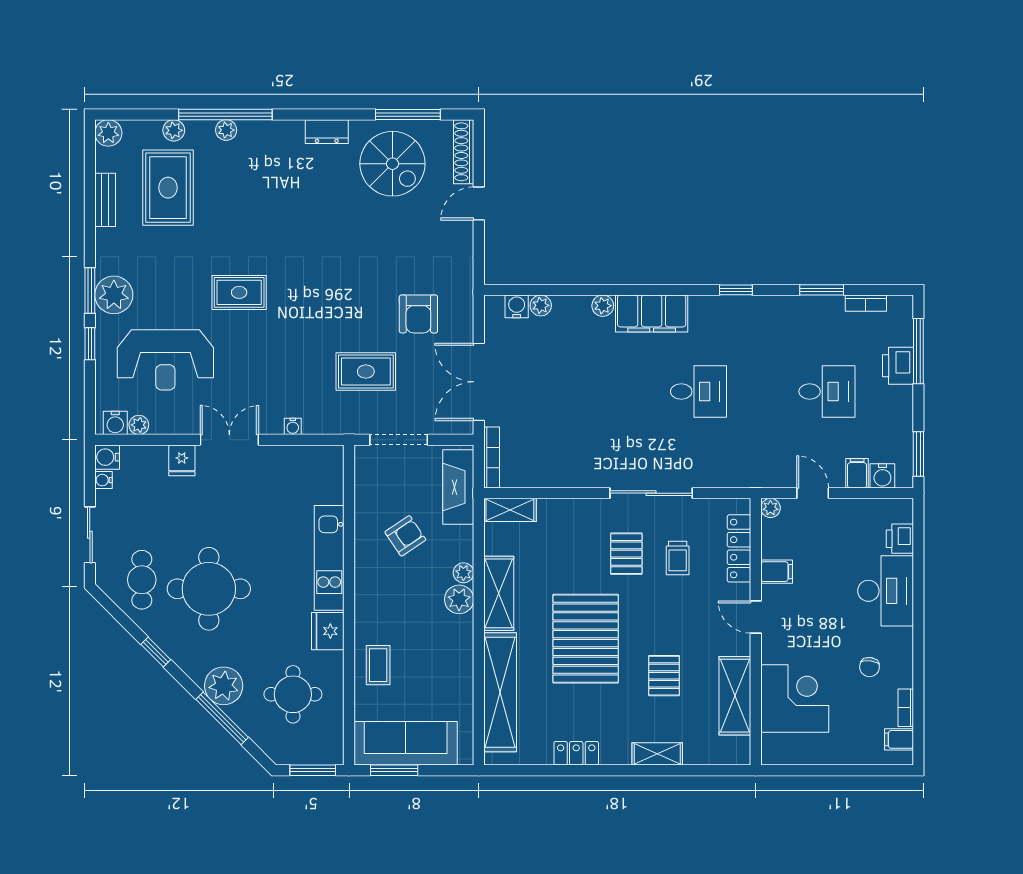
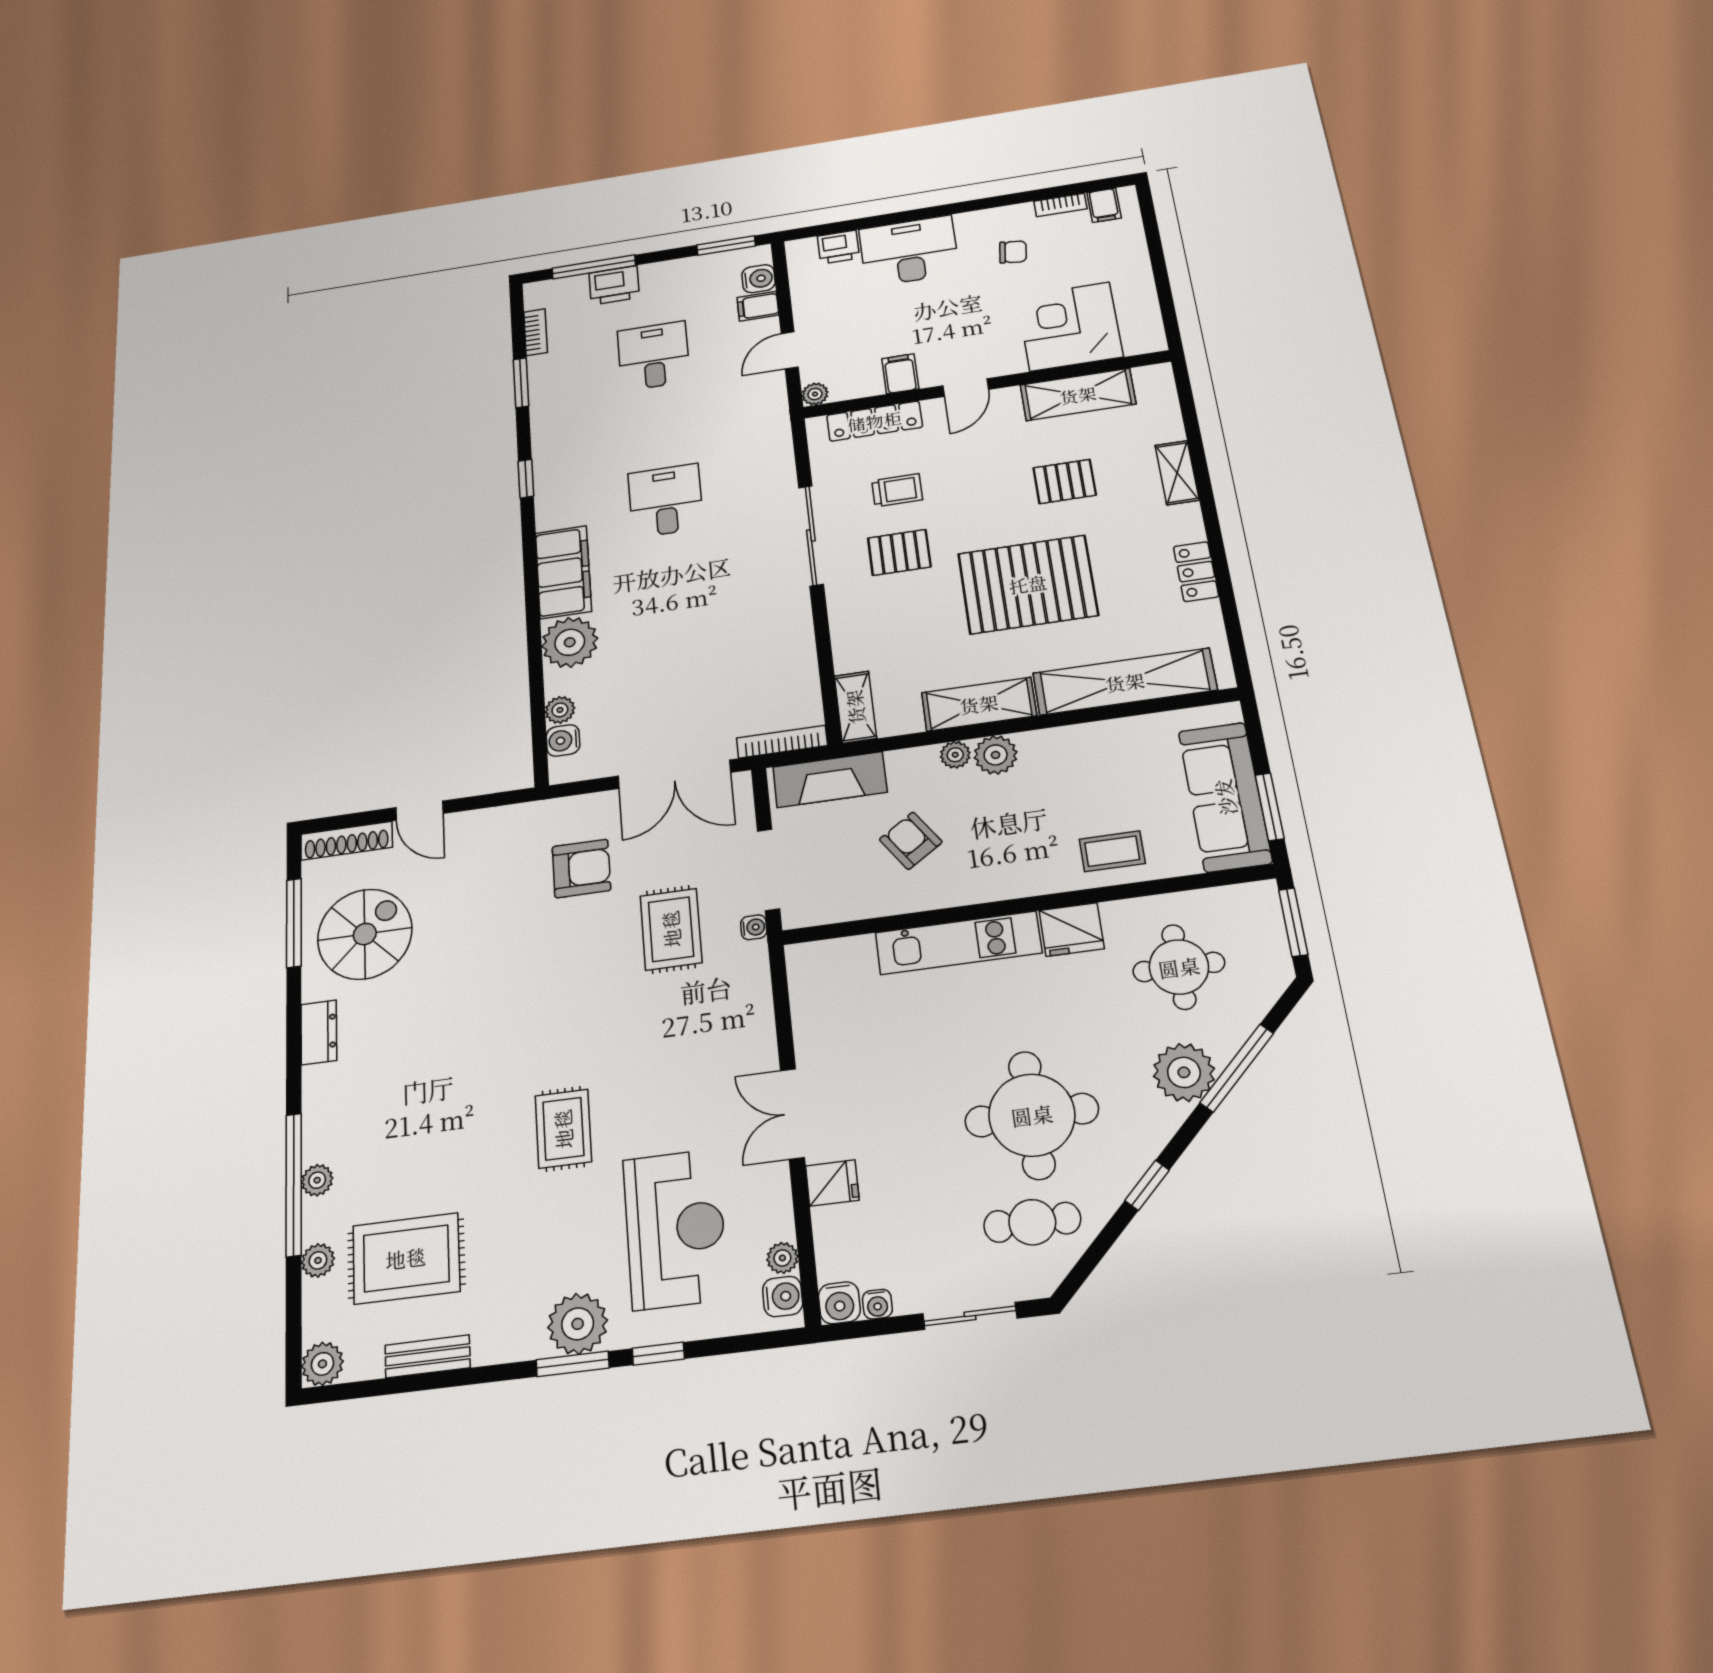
plant: (603, 306) -> (570, 642), width x1.88, depth x1.88
water cooler: (293, 426) -> (754, 927), moved

